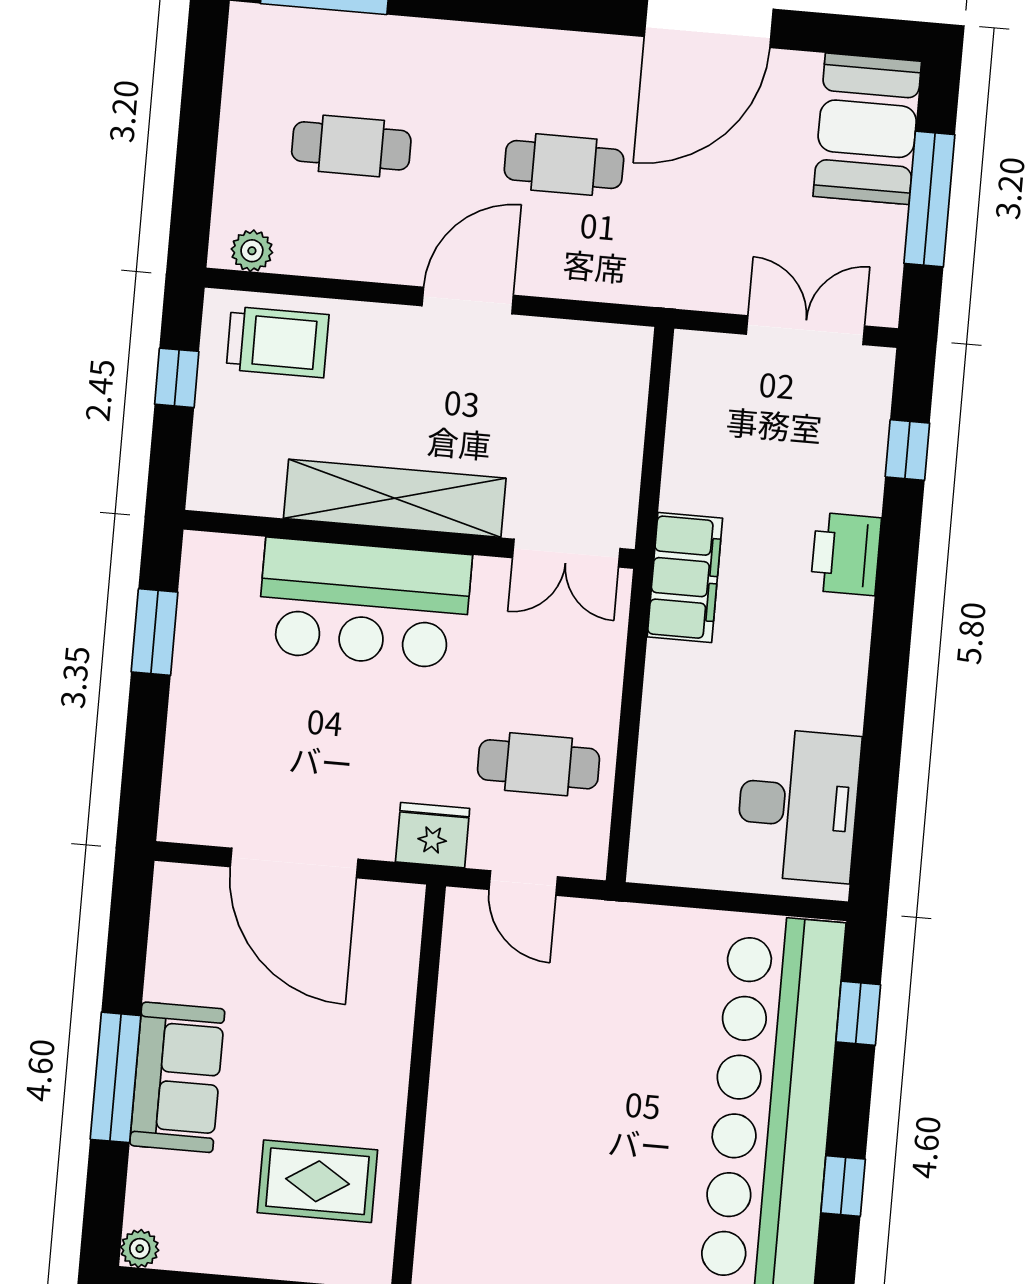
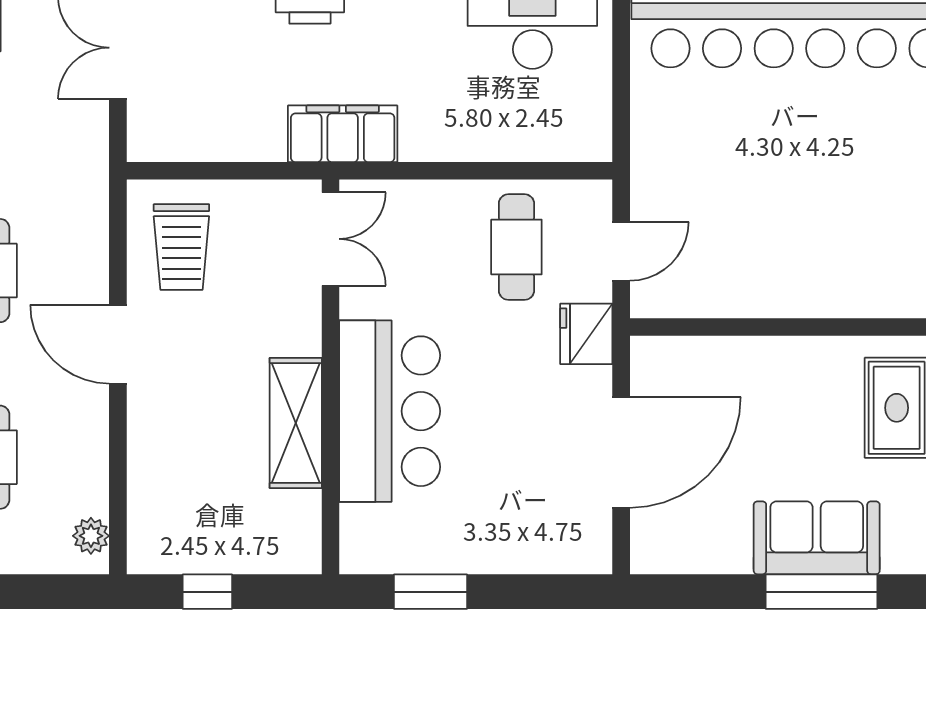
trolley: (278, 342) -> (181, 247), moved, turned 180
shelving: (395, 498) -> (296, 423), width x0.68

